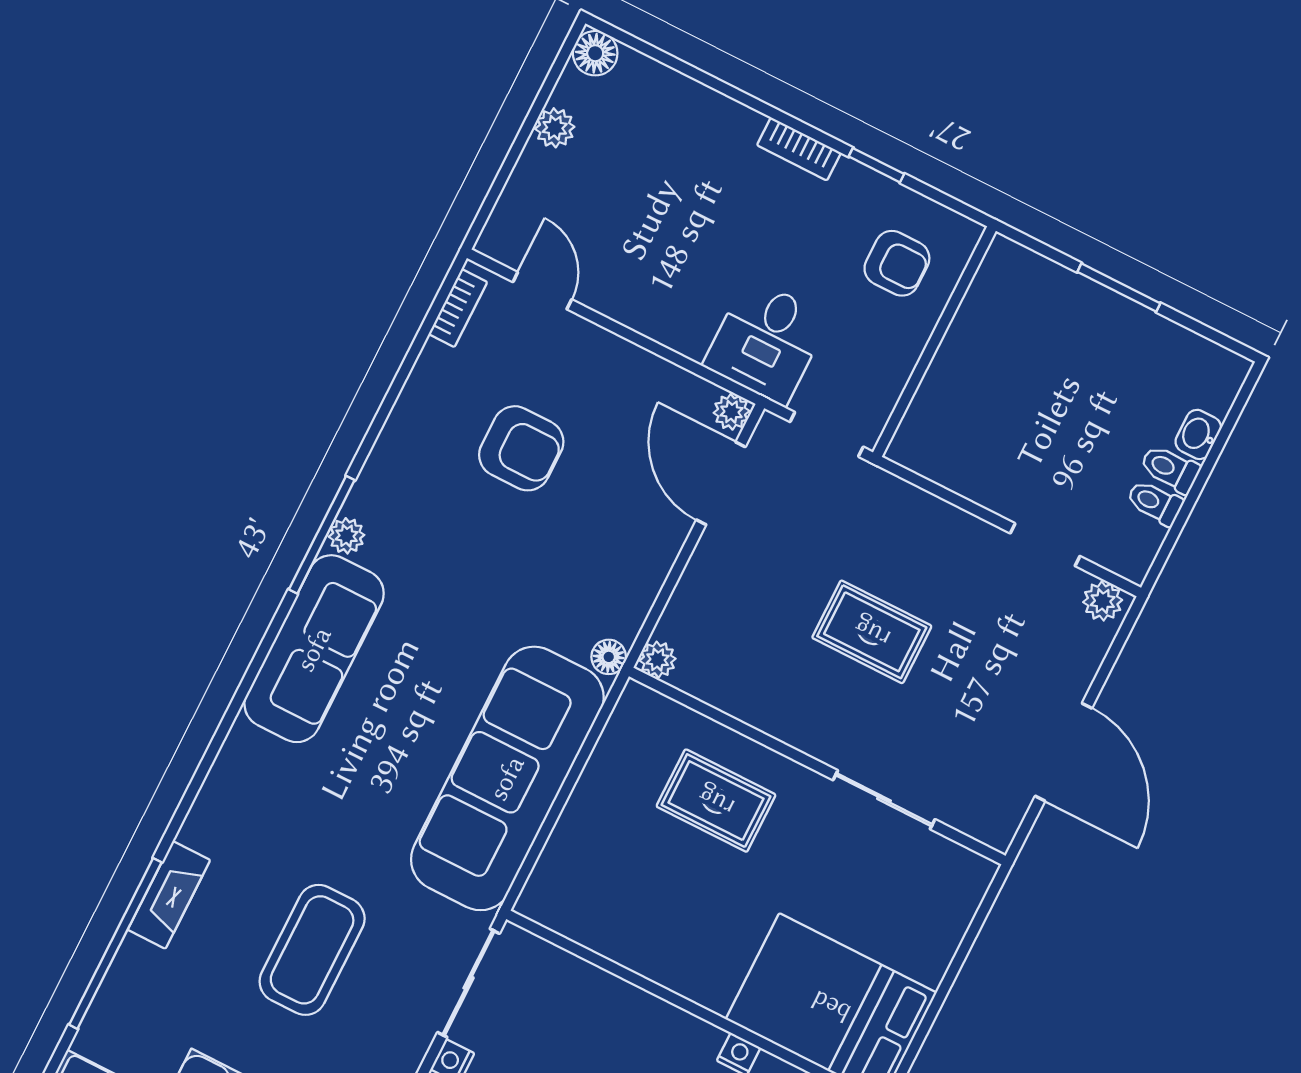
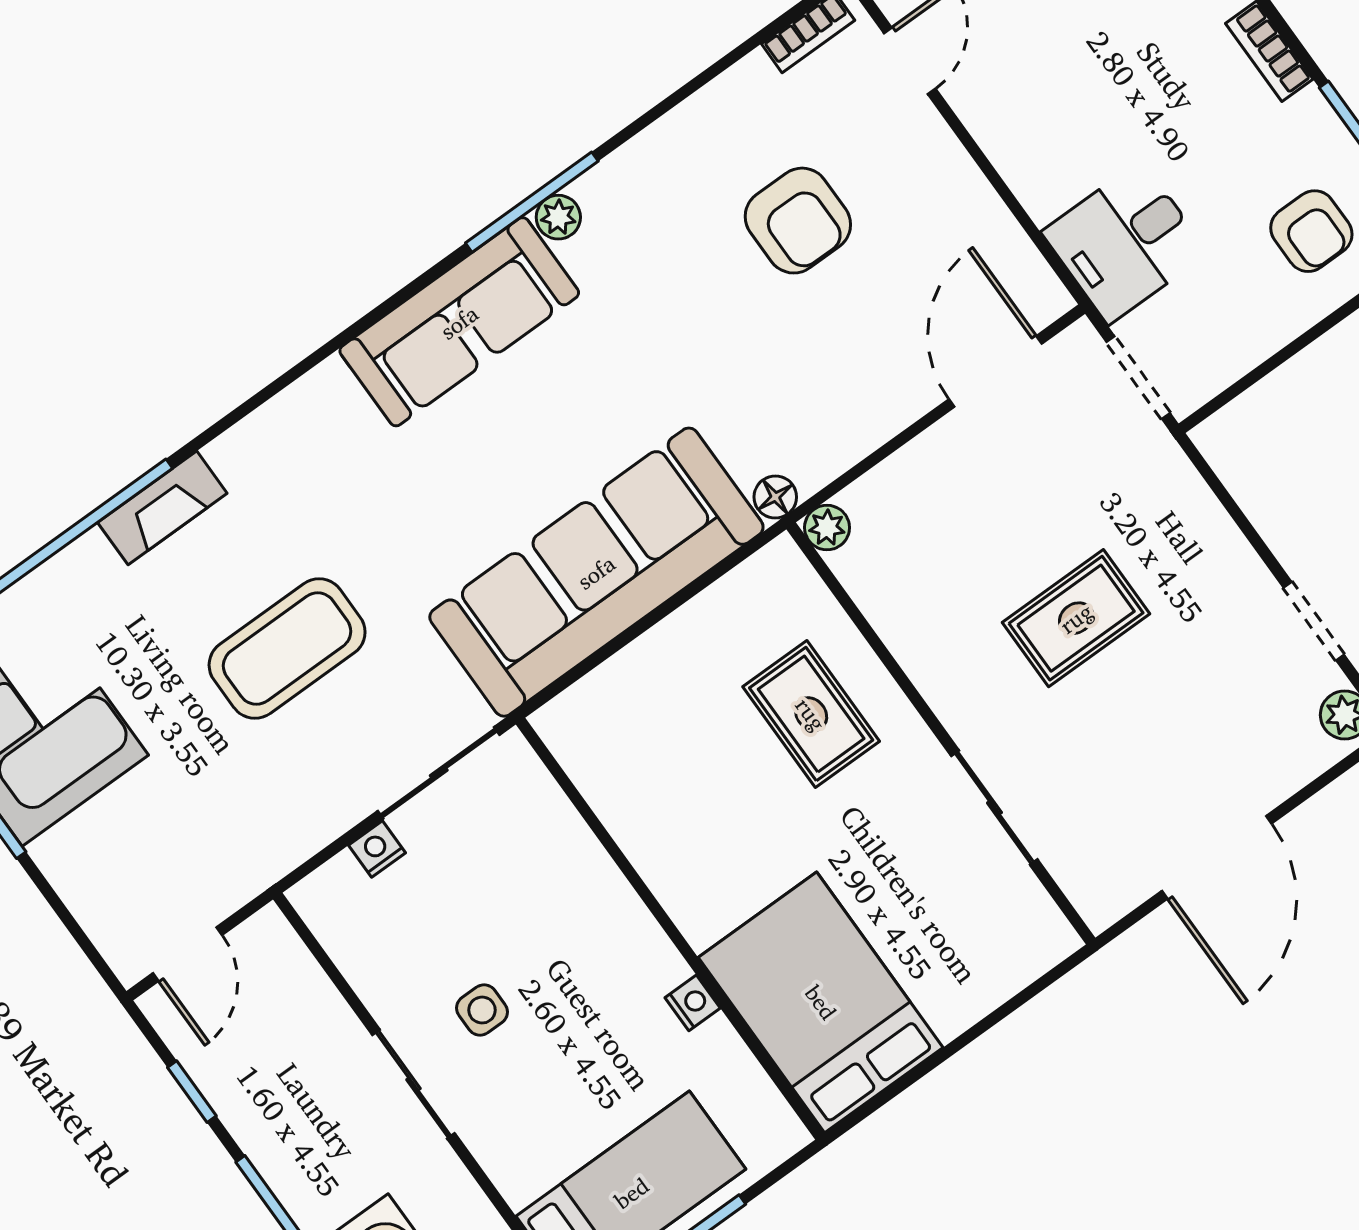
plant: (732, 412) -> (1047, 299), removed
rug: (872, 632) -> (1076, 618), turned 90

